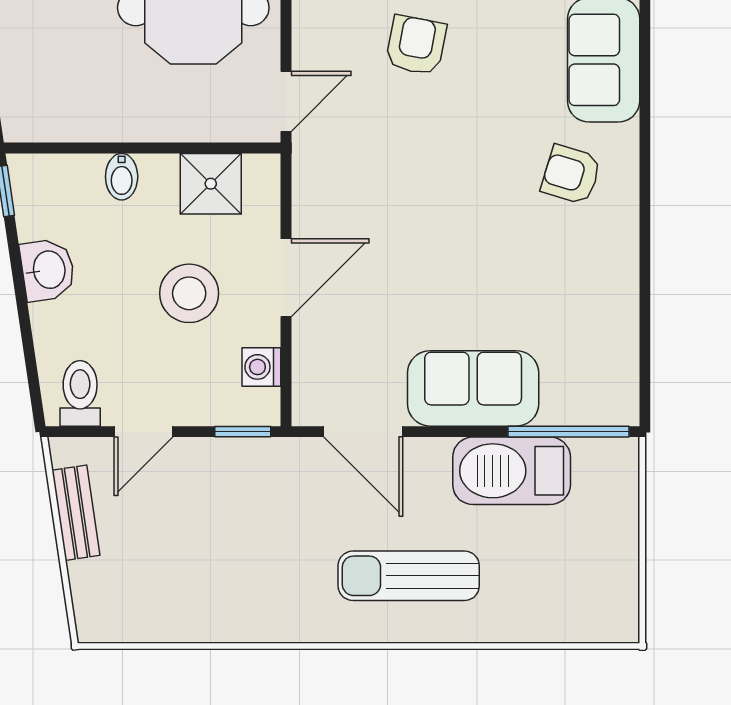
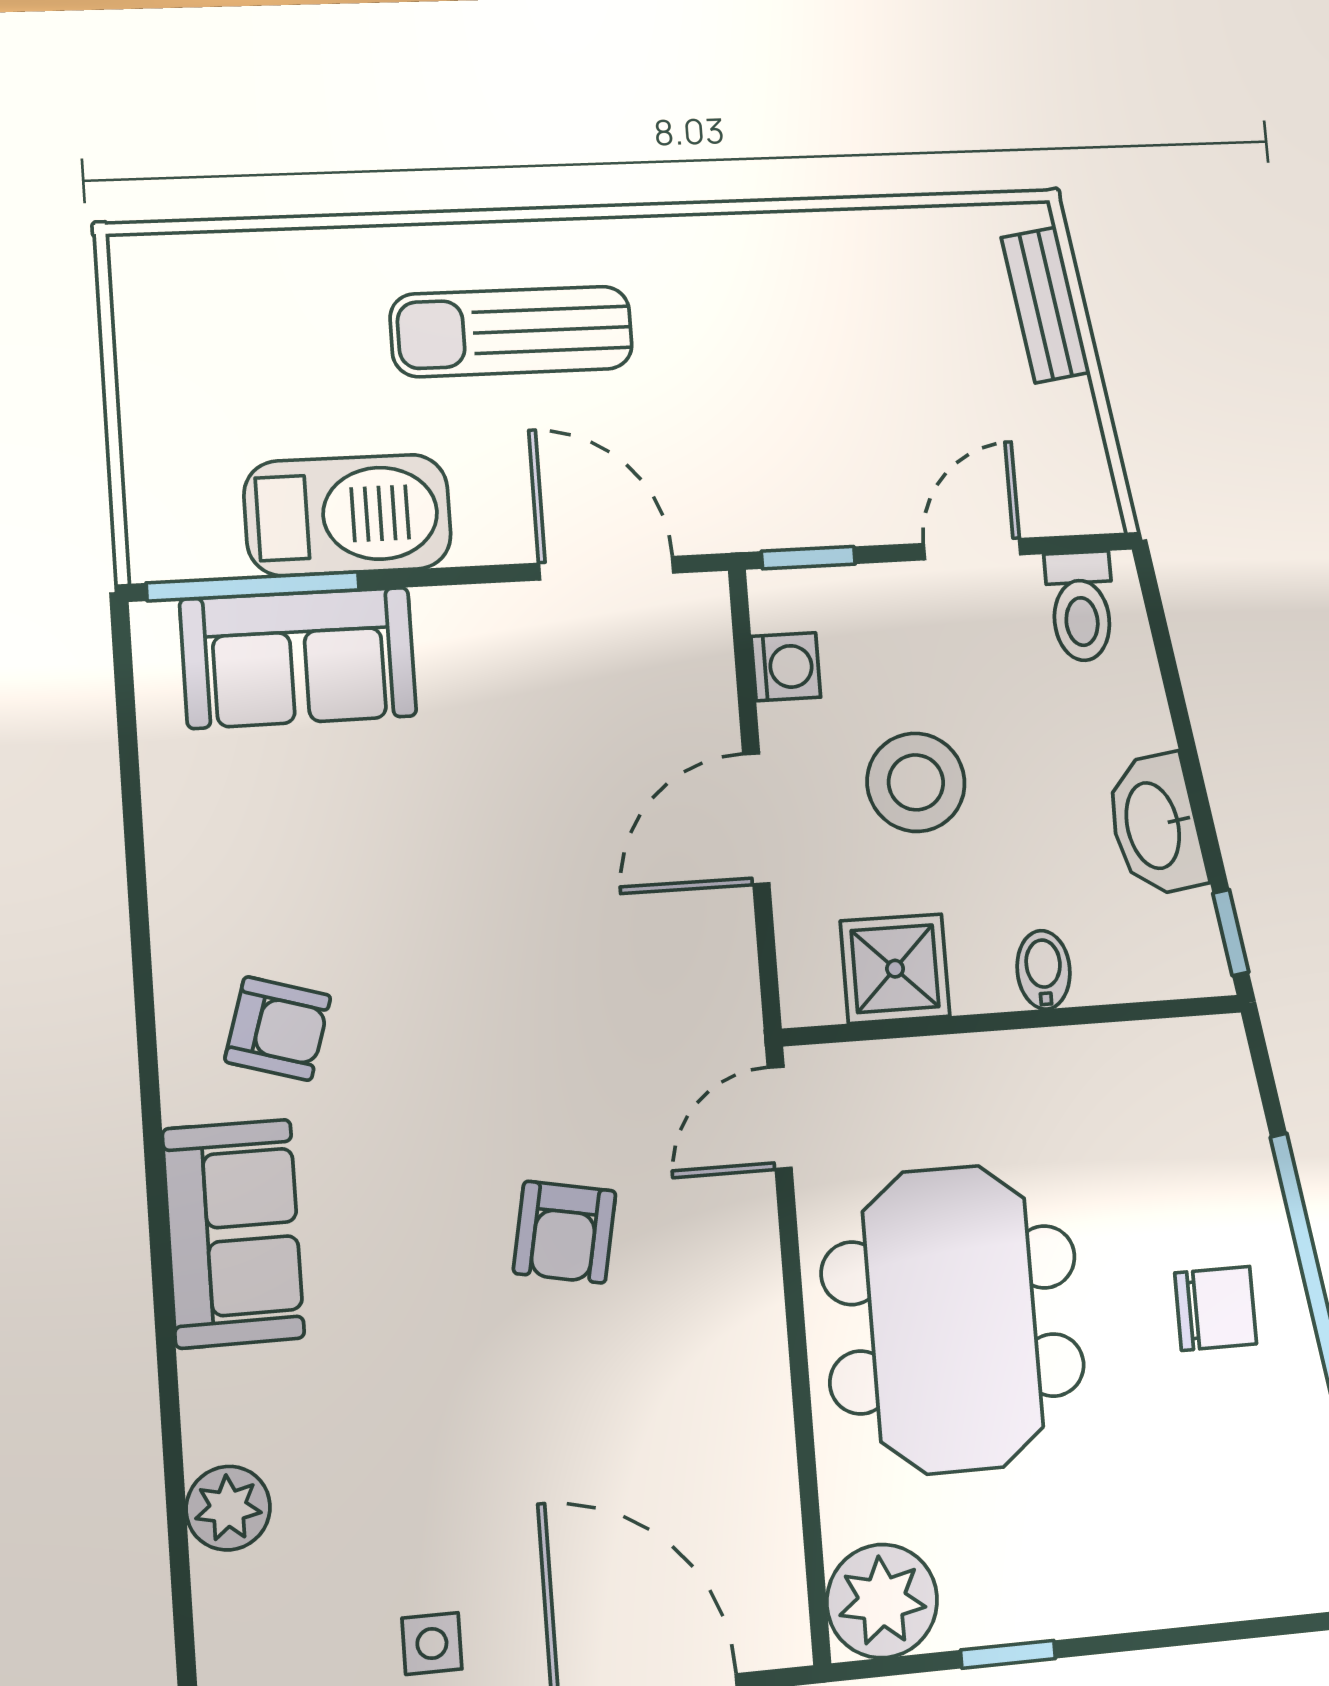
washbasin: (48, 270) -> (1155, 825), width x1.38
sofa: (473, 388) -> (298, 658), moved
bench: (76, 513) -> (1046, 305), moved
sun lounger: (409, 576) -> (512, 331), turned 180

